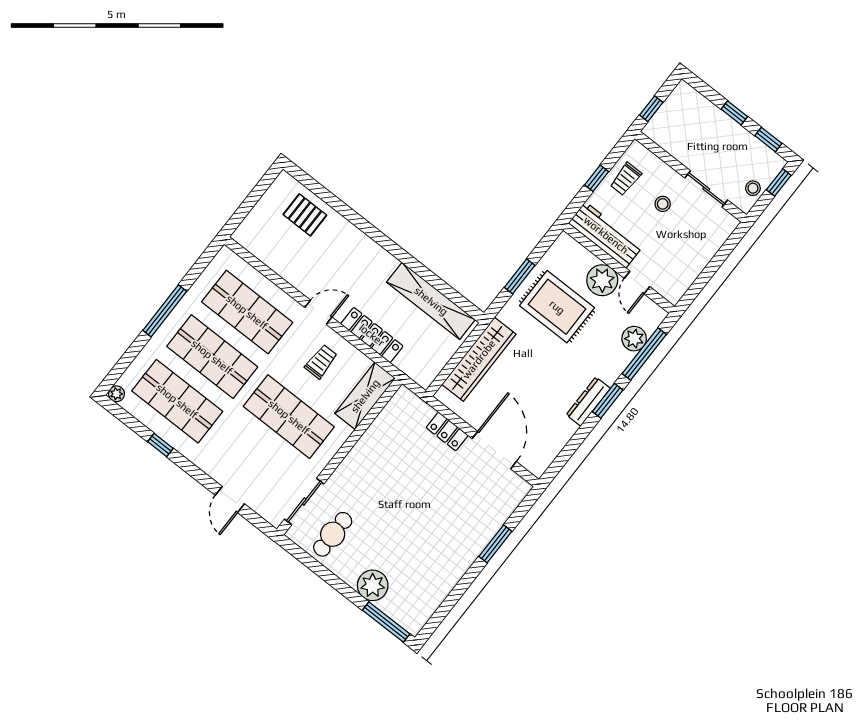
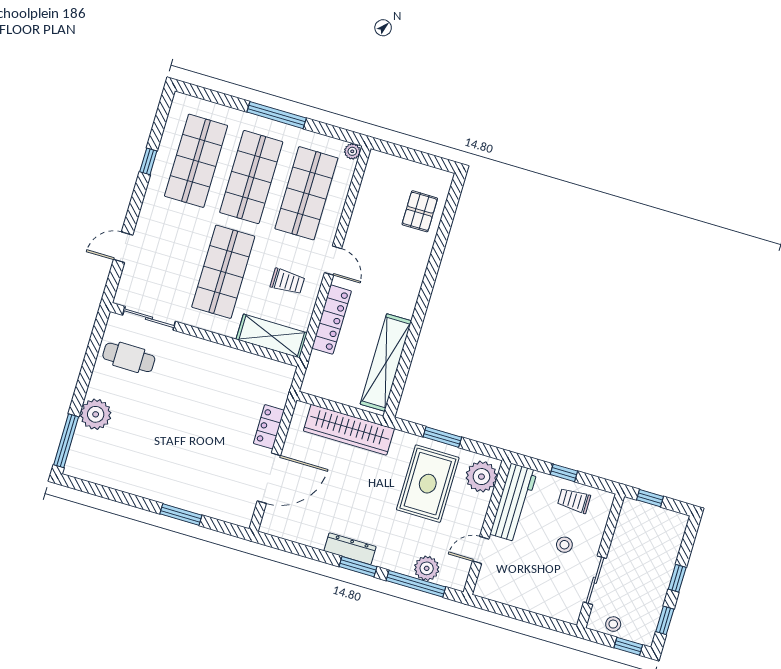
plant: (602, 280) -> (481, 477), moved
plant: (116, 394) -> (352, 151), moved

